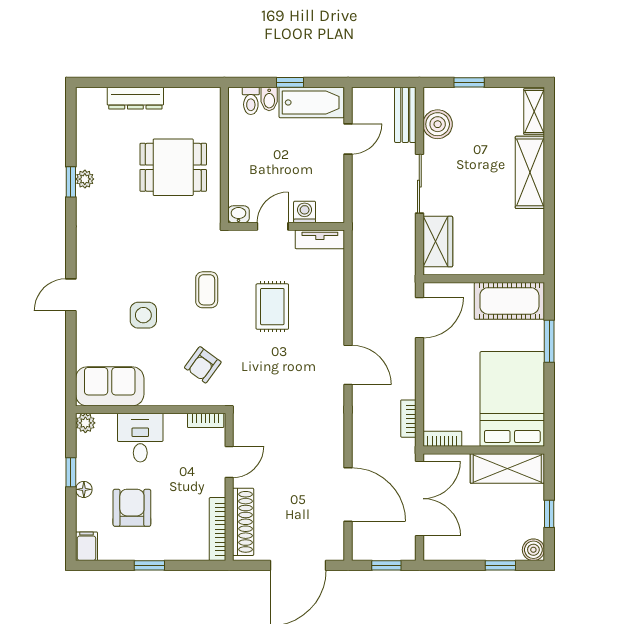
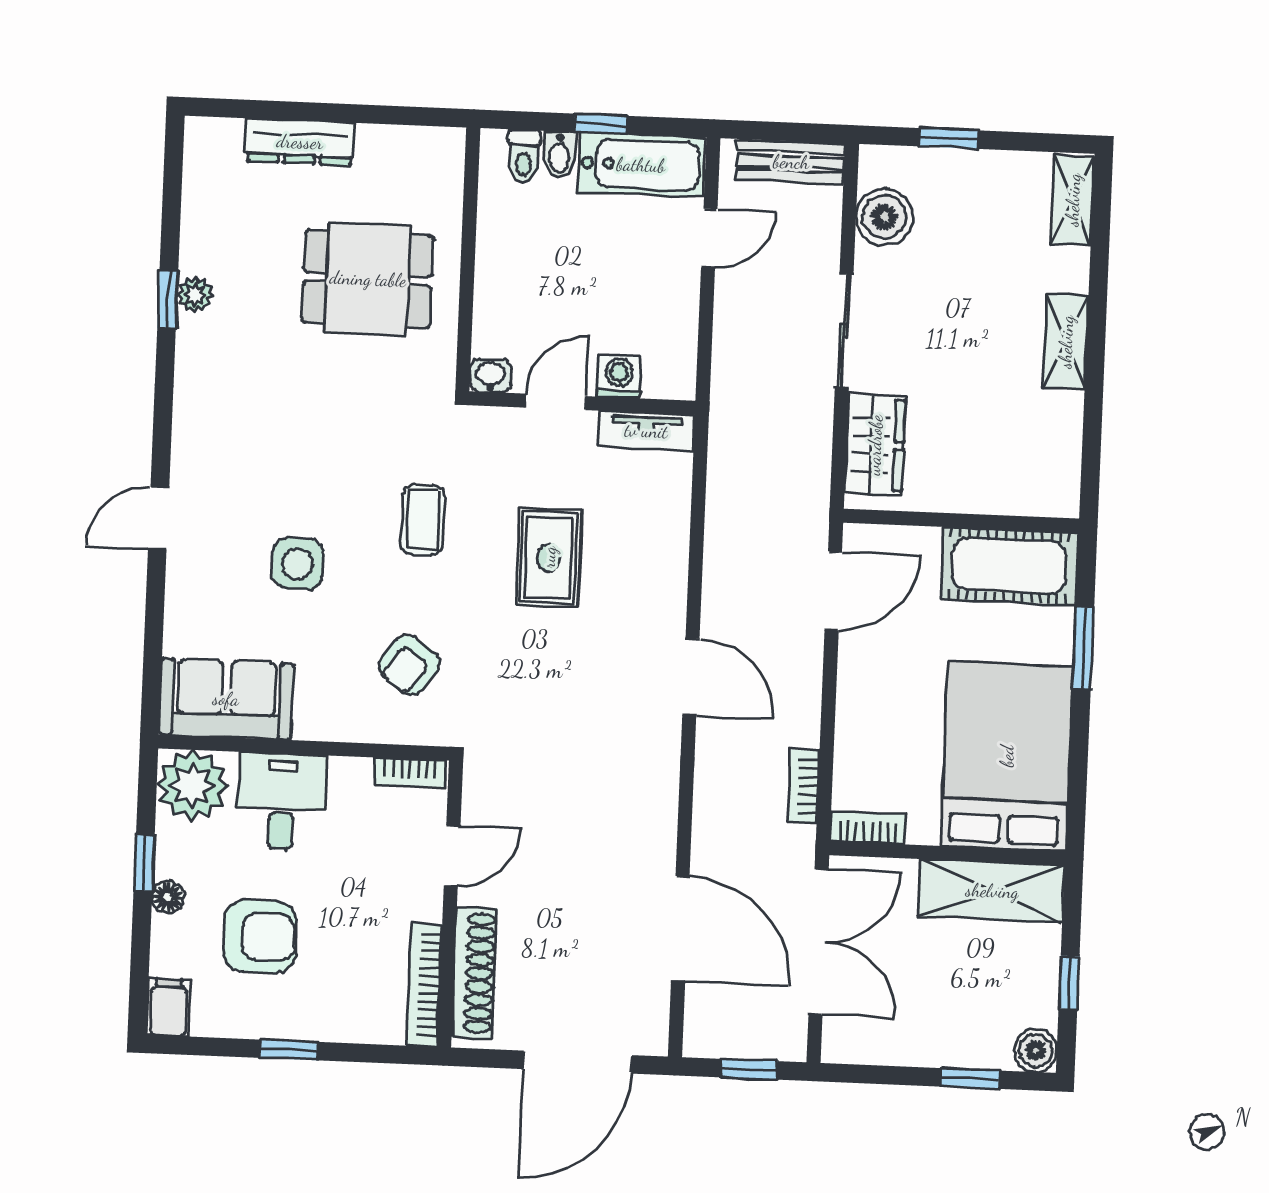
bench: (405, 115) -> (791, 162), moved, turned 90
shelving: (530, 172) -> (1066, 342), width x0.67, depth x0.75
plant: (85, 423) -> (192, 786), width x1.88, depth x1.88
armchair: (132, 508) -> (260, 937), turned 90

